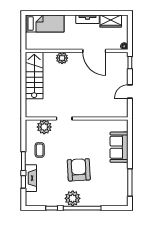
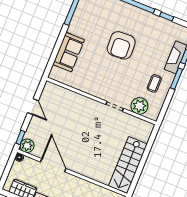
plant: (62, 58) -> (27, 146), moved
door: (130, 92) -> (33, 107), hinge flipped
plant: (73, 198) -> (140, 18), removed

